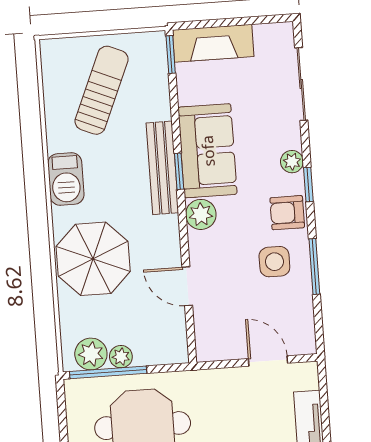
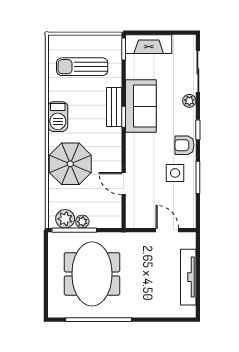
sun lounger: (102, 90) -> (82, 67), turned -113
plant: (292, 162) -> (189, 101), moved
bench: (162, 168) -> (114, 107), width x0.73
plant: (201, 214) -> (134, 143), removed

